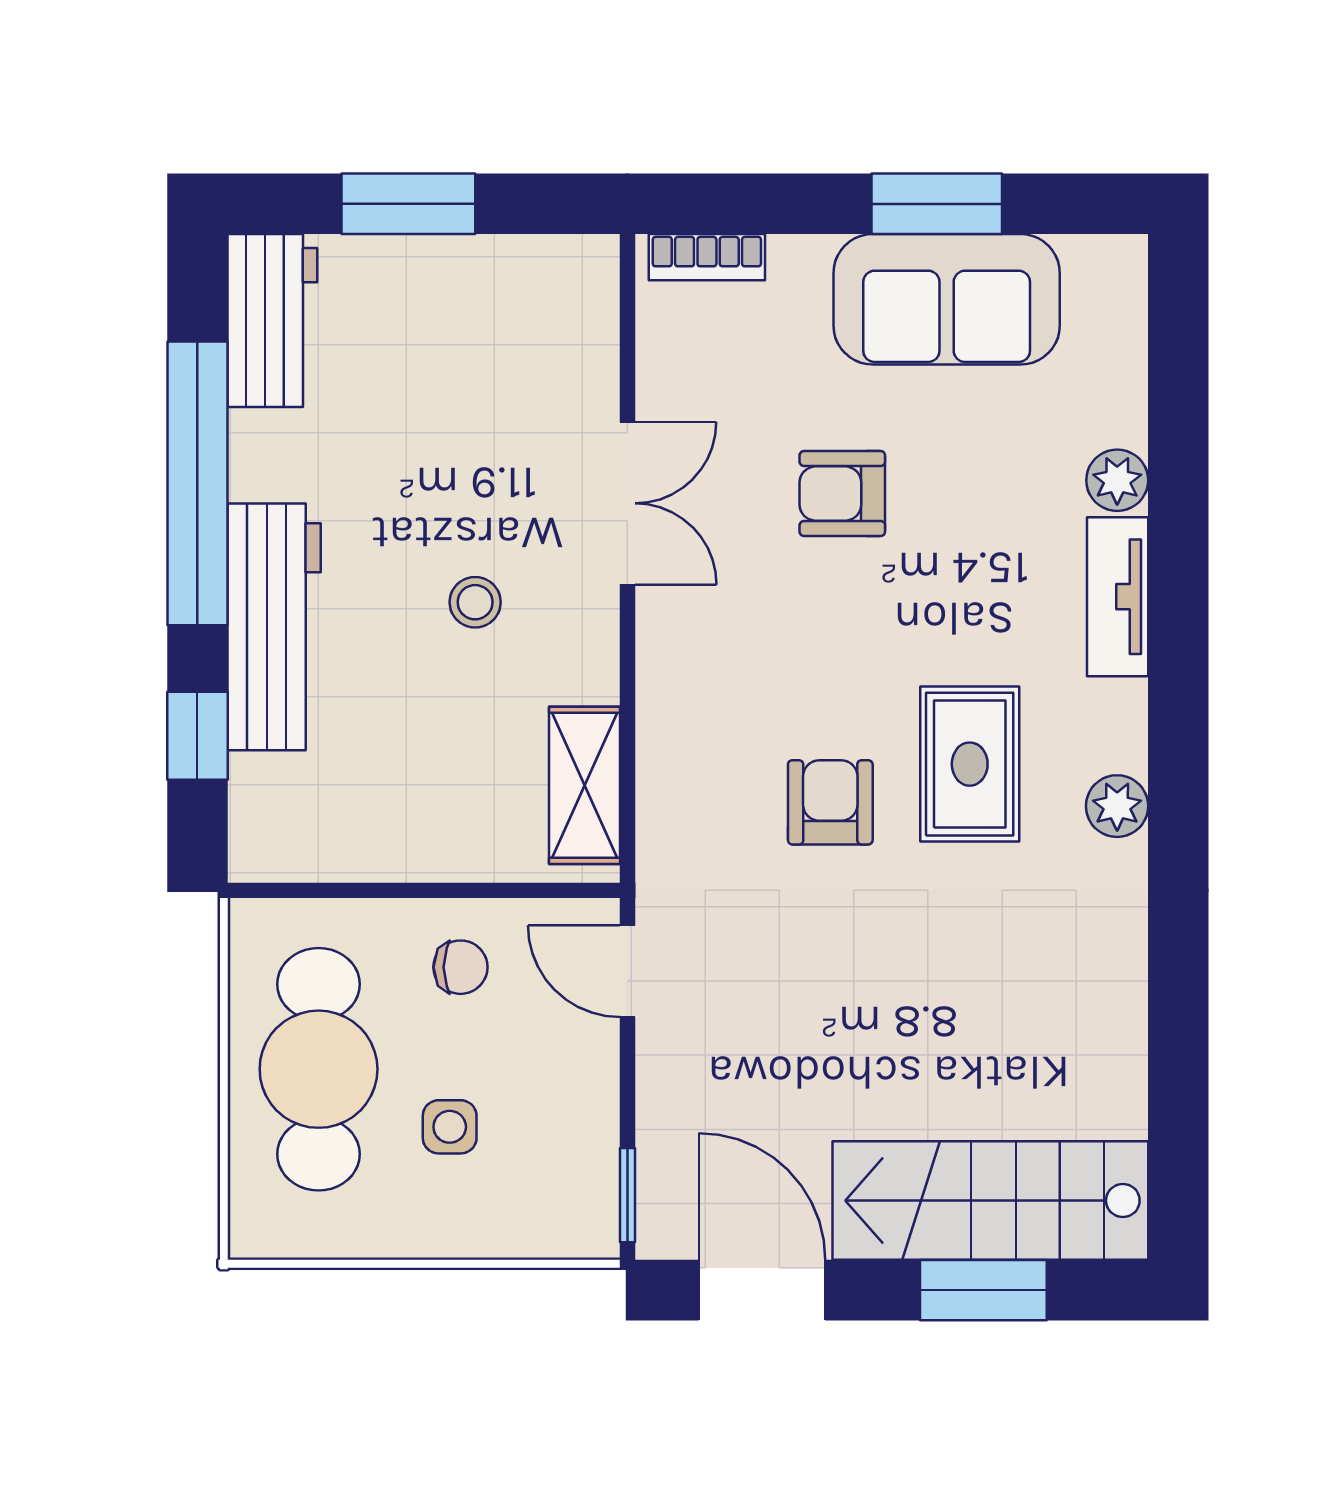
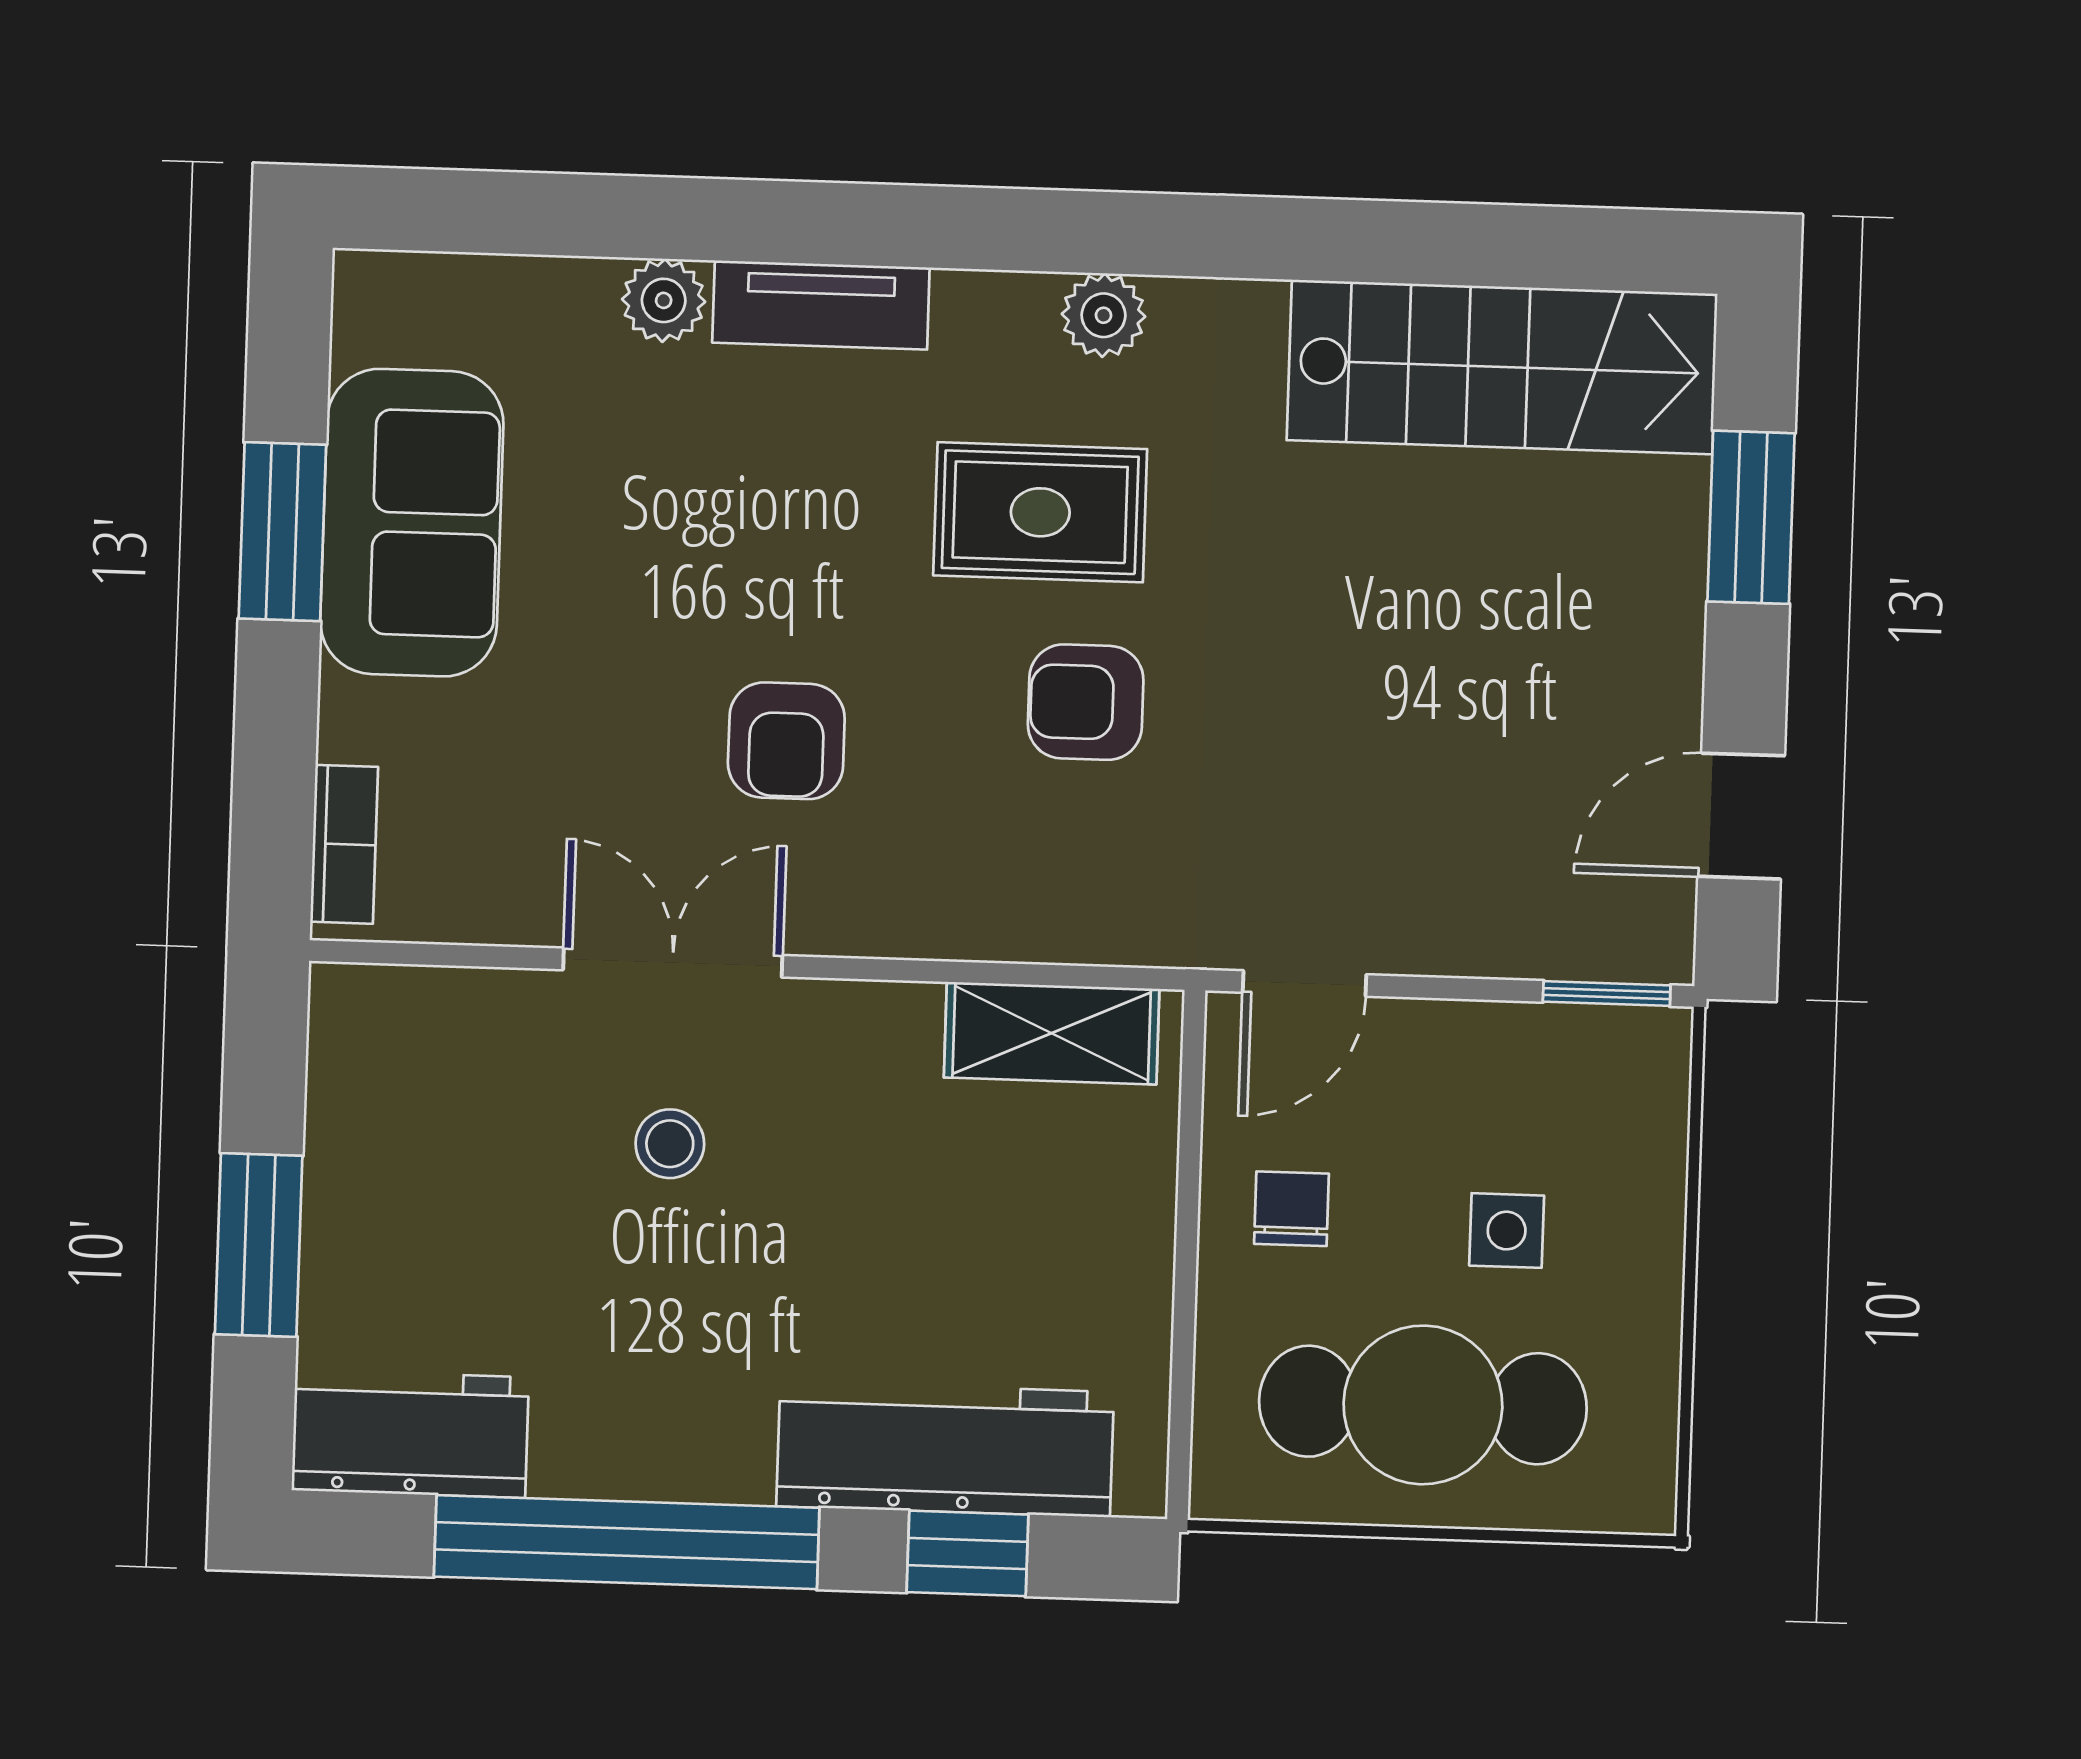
armchair: (842, 494) -> (786, 741), moved
stool: (475, 602) -> (670, 1144), moved
workbench: (274, 627) -> (945, 1449), moved
stairs: (990, 1201) -> (1502, 367), moved, turned -90
door: (762, 1290) -> (1741, 816), width x0.73

